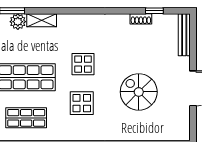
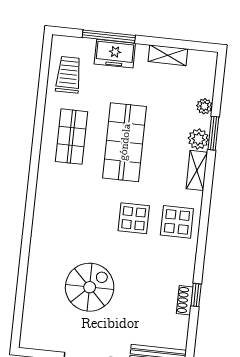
window: (154, 11) -> (196, 295), moved
display table: (82, 103) -> (177, 222), moved

